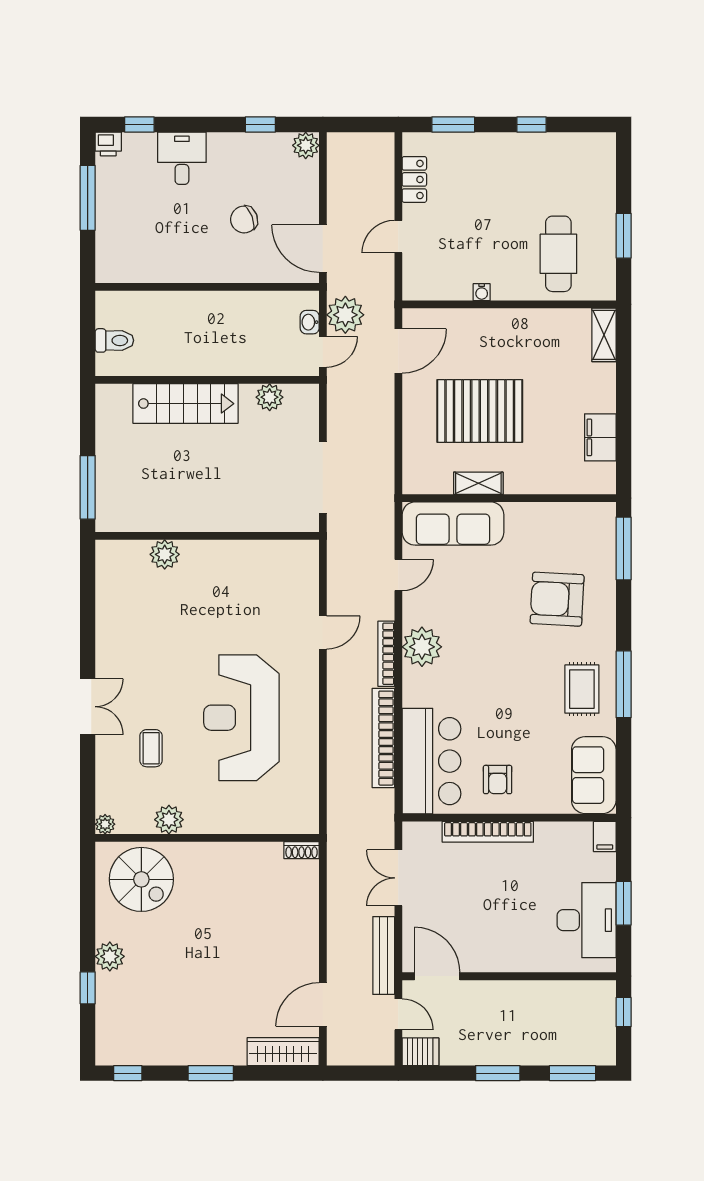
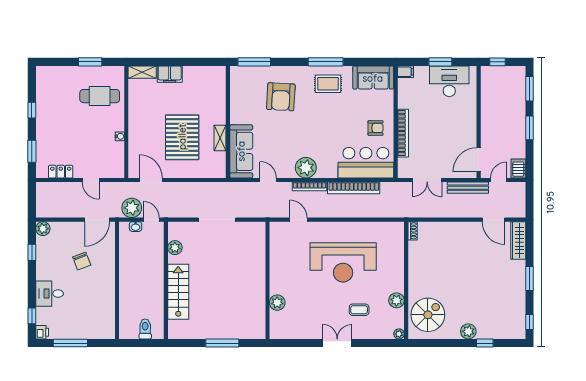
filing cabinet: (600, 437) -> (170, 74), moved
wall: (207, 536) -> (267, 280), moved
plant: (165, 554) -> (277, 303), moved

